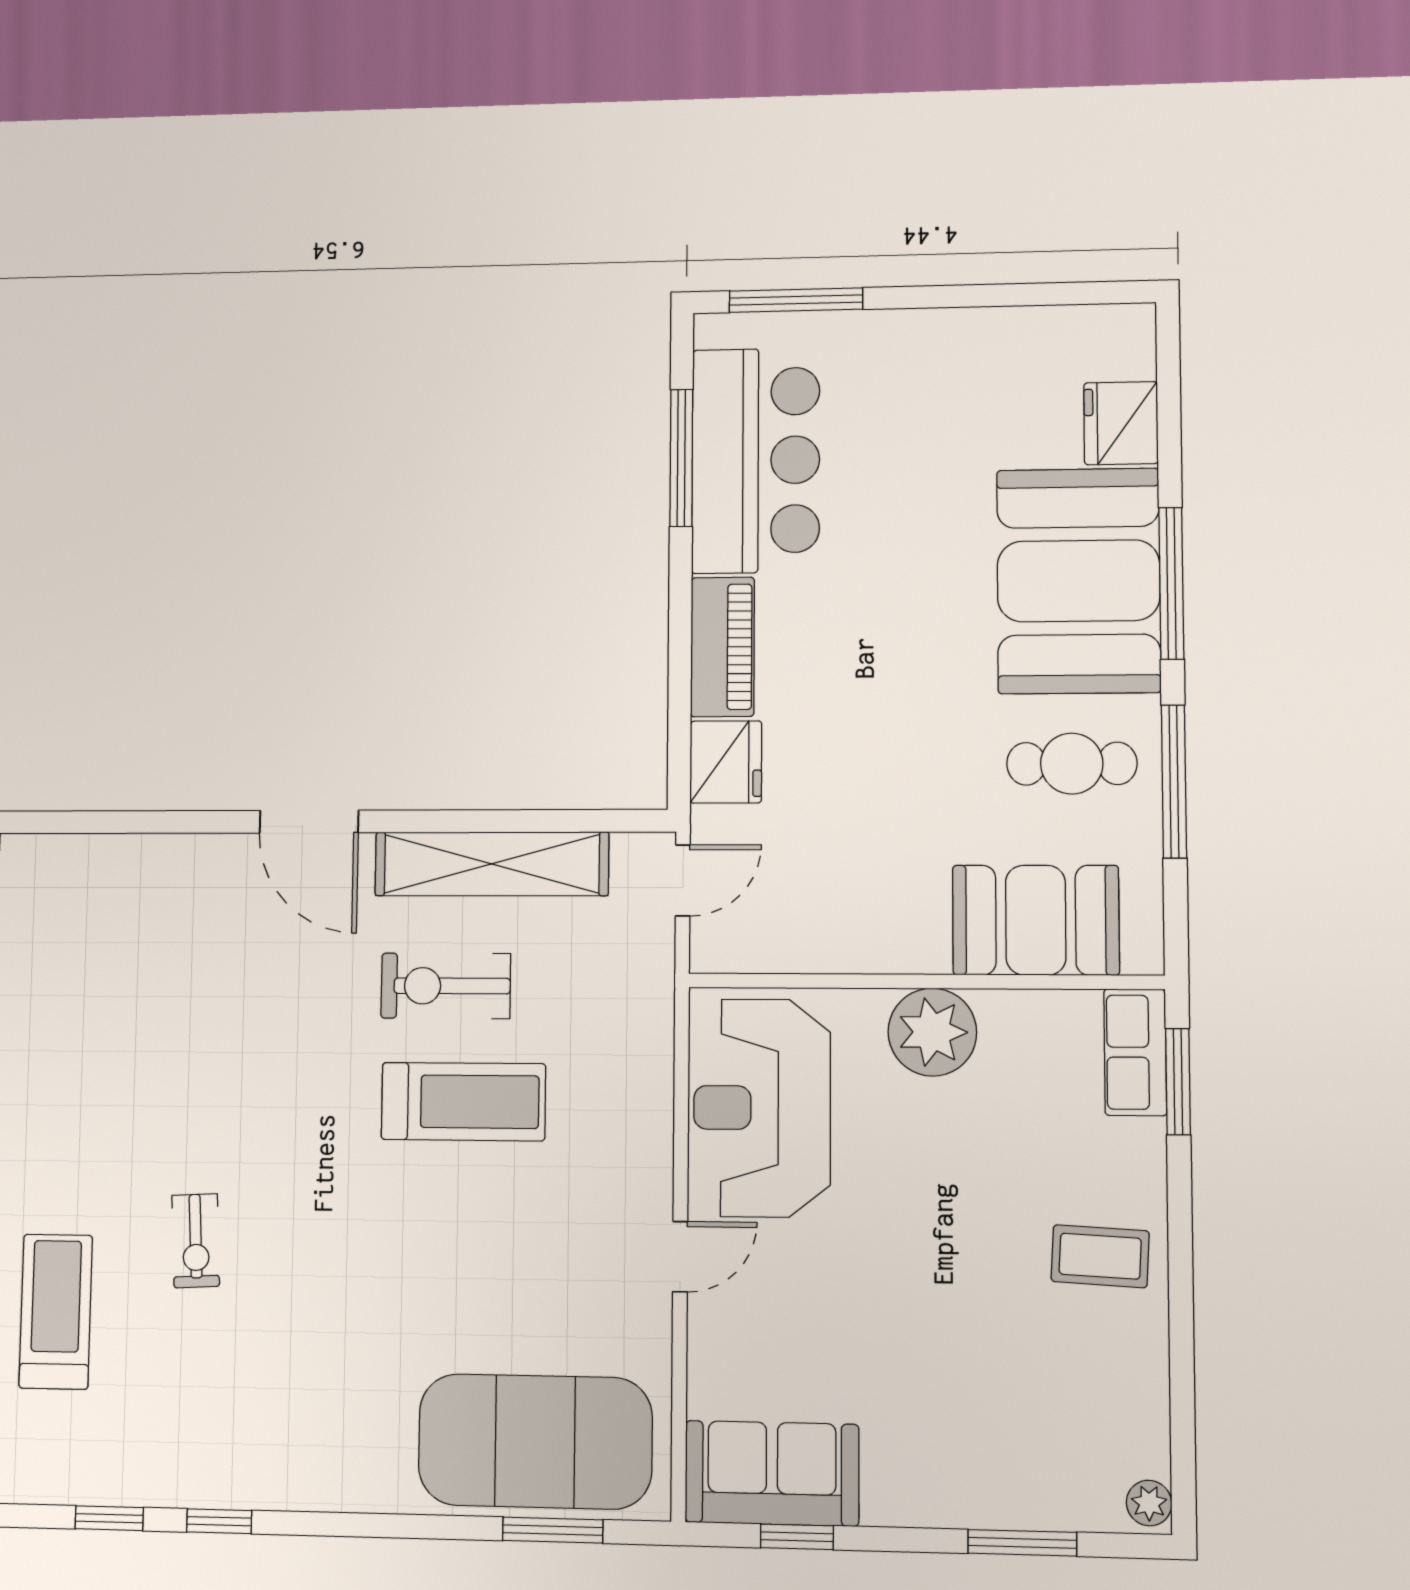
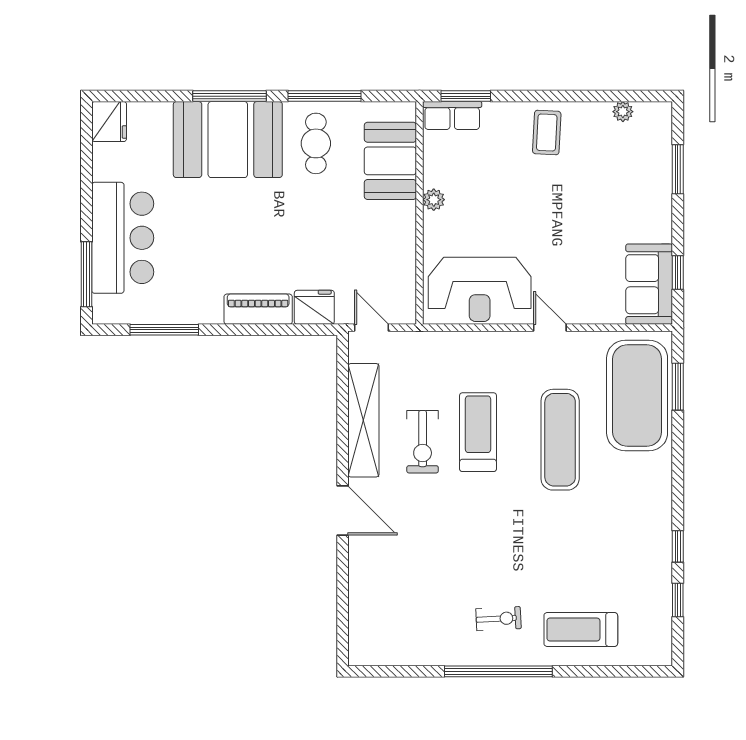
fridge: (1121, 423) -> (109, 122), moved, turned -90
bar counter: (756, 460) -> (123, 238), moved, turned 90
door: (309, 822) -> (343, 510), hinge flipped
plant: (932, 1032) -> (434, 200), width x0.53, depth x0.53
exercise bike: (196, 1241) -> (498, 619), moved
exercise mat: (445, 1275) -> (560, 440), added
plant: (1149, 1503) -> (623, 112), moved

